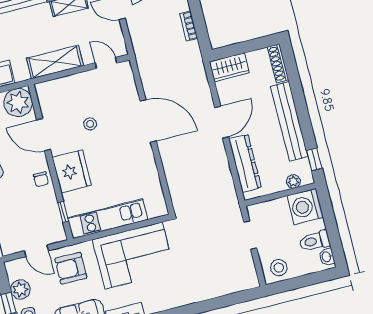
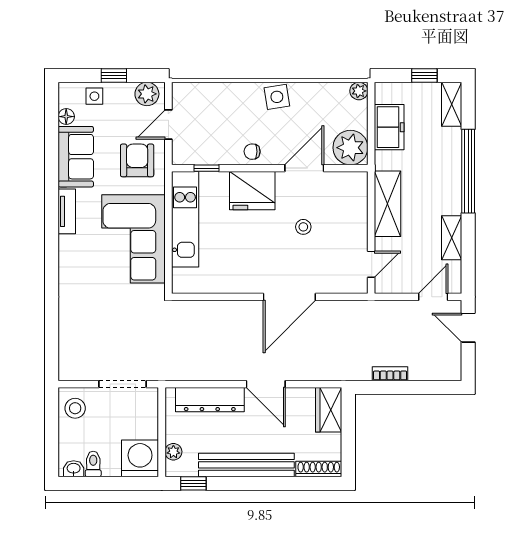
doorway: (250, 235) -> (122, 384), width x1.38
toilet: (315, 241) -> (93, 464), width x0.73, depth x0.72
plant: (20, 289) -> (147, 94), moved

